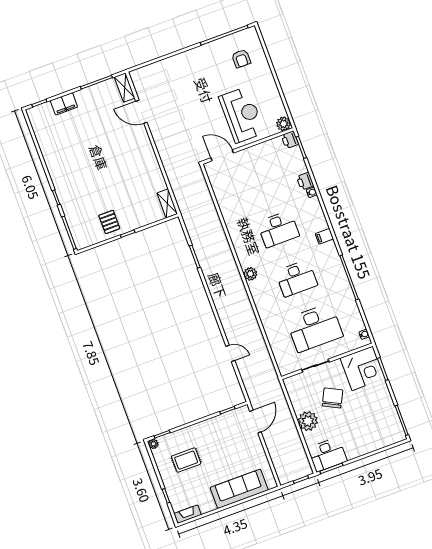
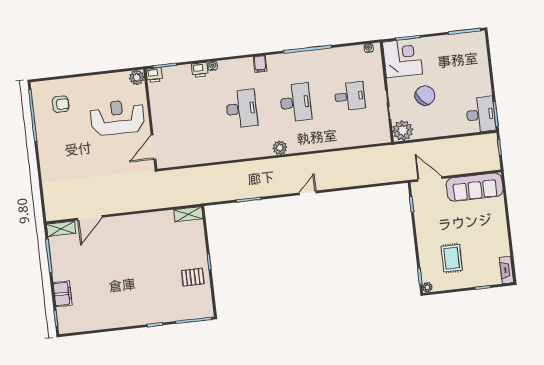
desk: (315, 328) -> (350, 96), width x0.53, depth x0.77
door: (230, 353) -> (308, 193), moved
chair: (333, 398) -> (425, 95), turned 112
plant: (308, 421) -> (403, 130), moved
sofa: (239, 489) -> (475, 187), moved, turned -90

